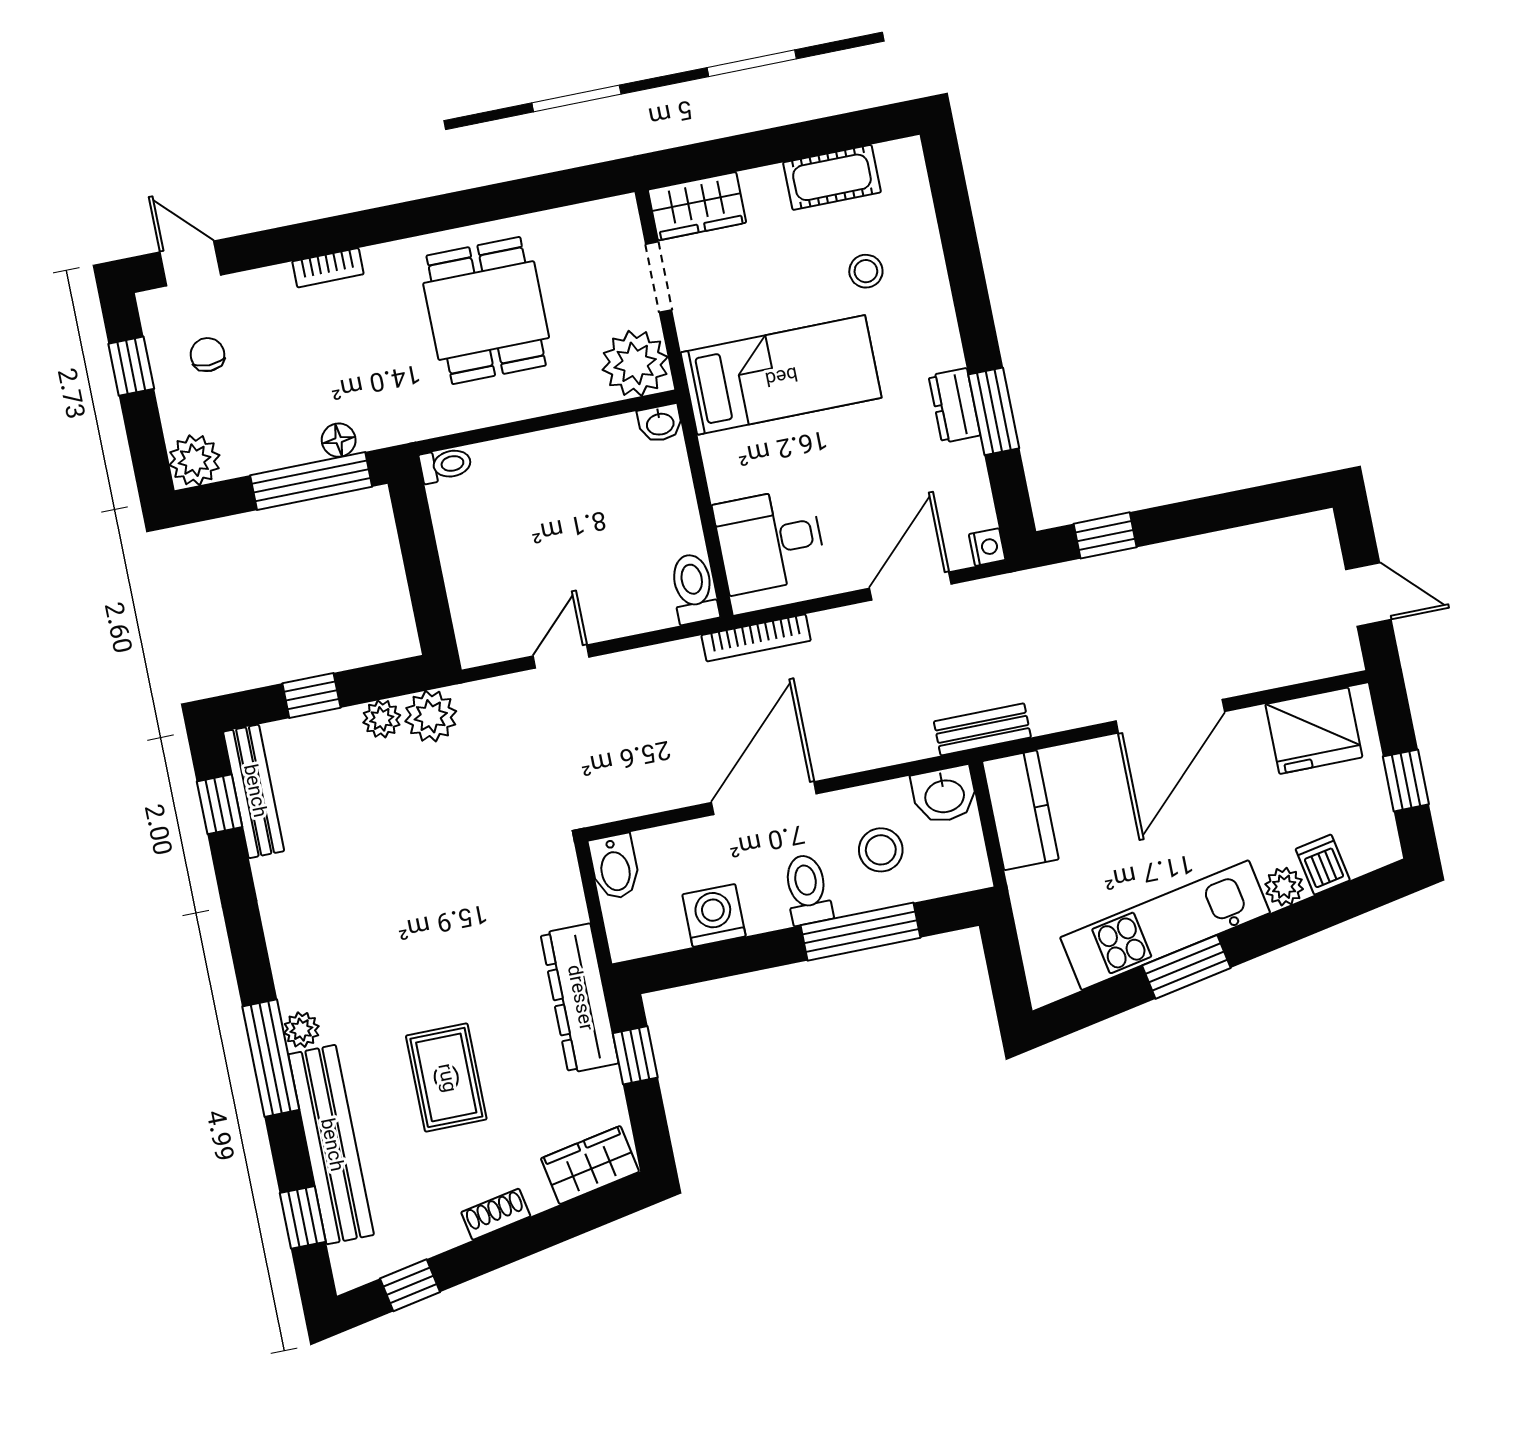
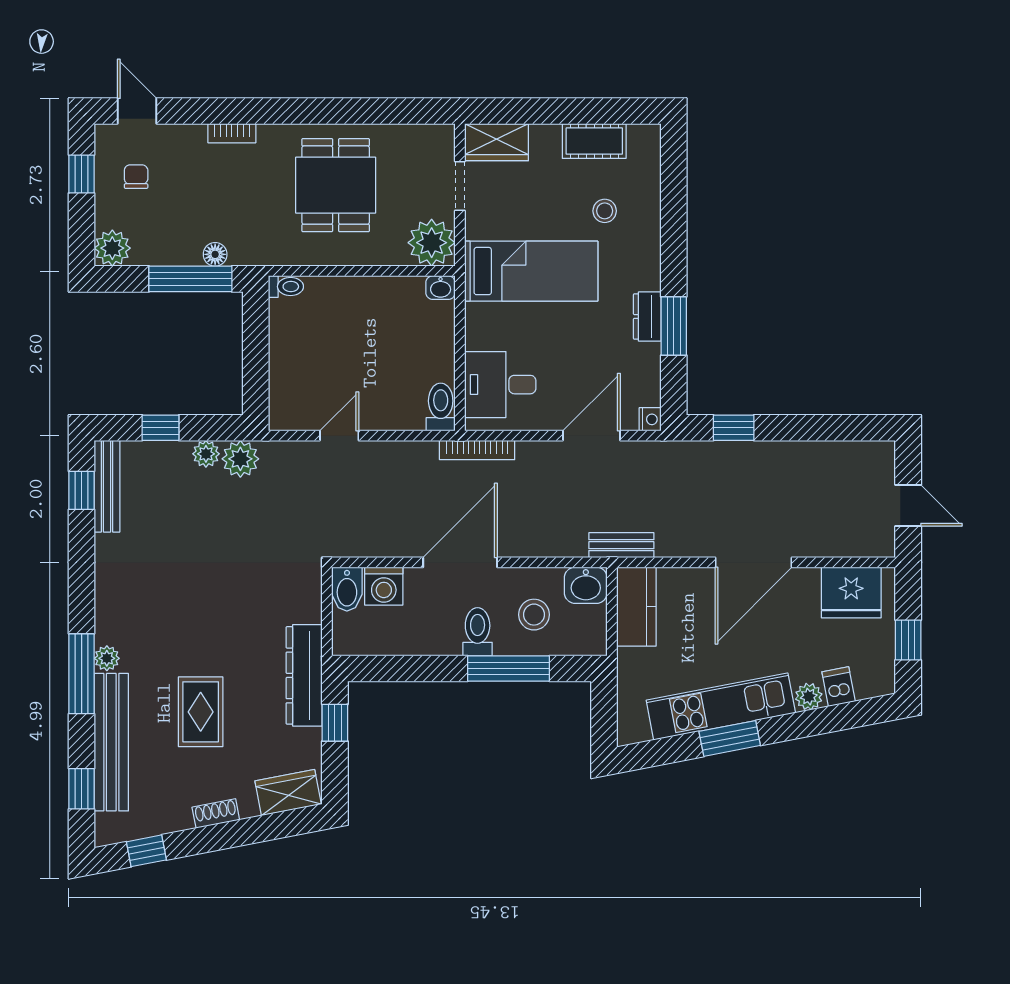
washing machine: (714, 915) -> (384, 586), moved, turned 180

